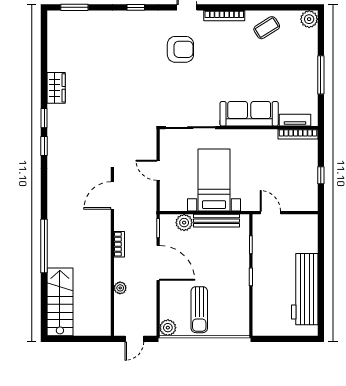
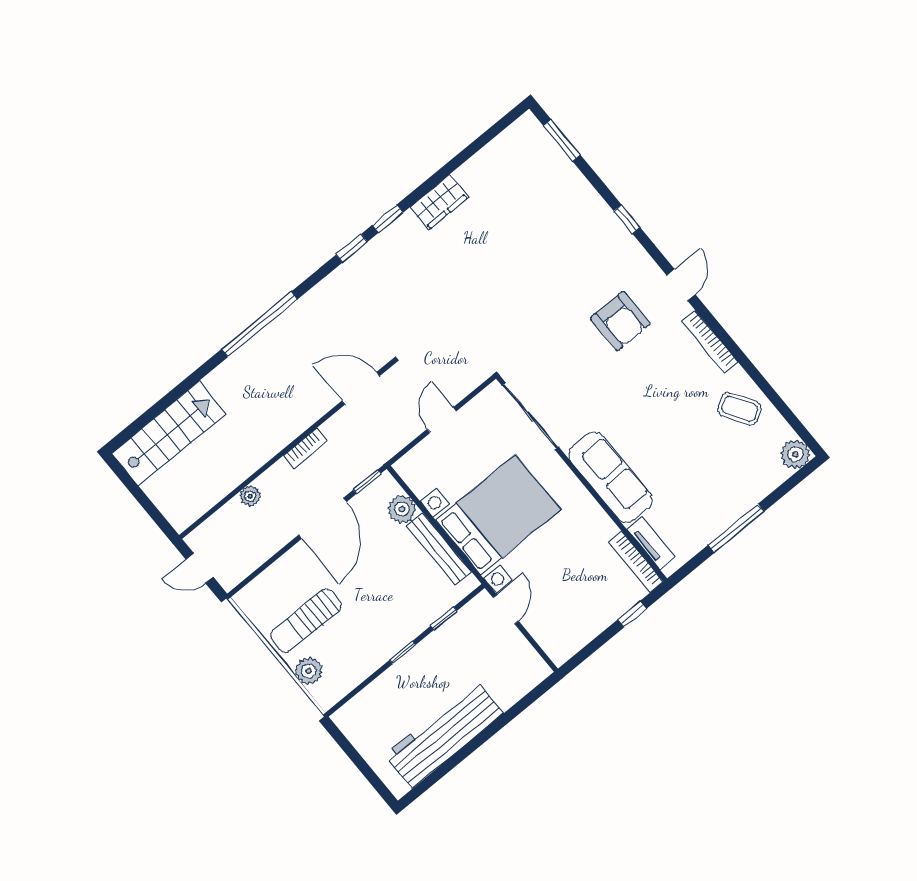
window: (321, 175) -> (632, 614), moved
bed with nightstands: (214, 180) -> (498, 515), width x1.36
window: (44, 246) -> (259, 324), moved
plant: (168, 328) -> (309, 671), moved

